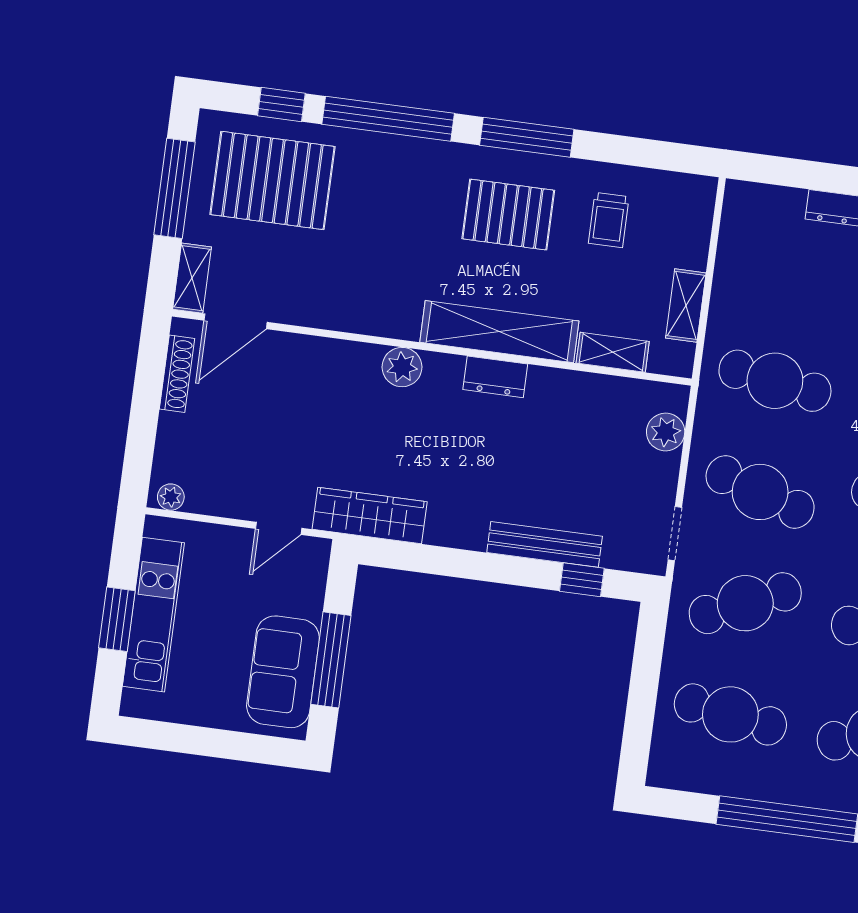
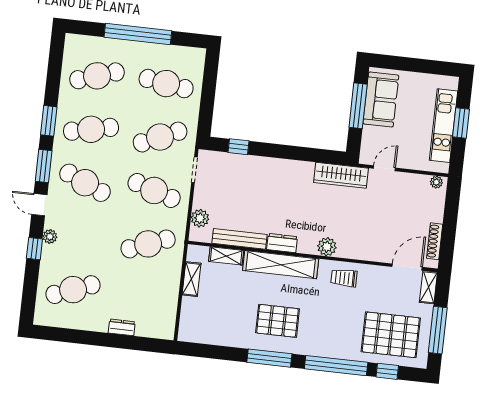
trolley: (609, 220) -> (344, 278), moved, turned -90
cafe table: (775, 381) -> (148, 244), turned -30
bench: (545, 544) -> (239, 239), moved

